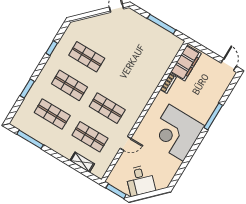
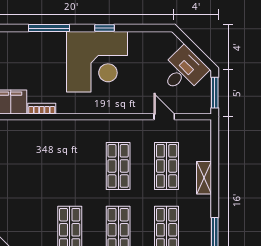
door: (126, 143) -> (164, 117), moved
window: (194, 149) -> (104, 28), added
shelving: (82, 162) -> (204, 178), moved

